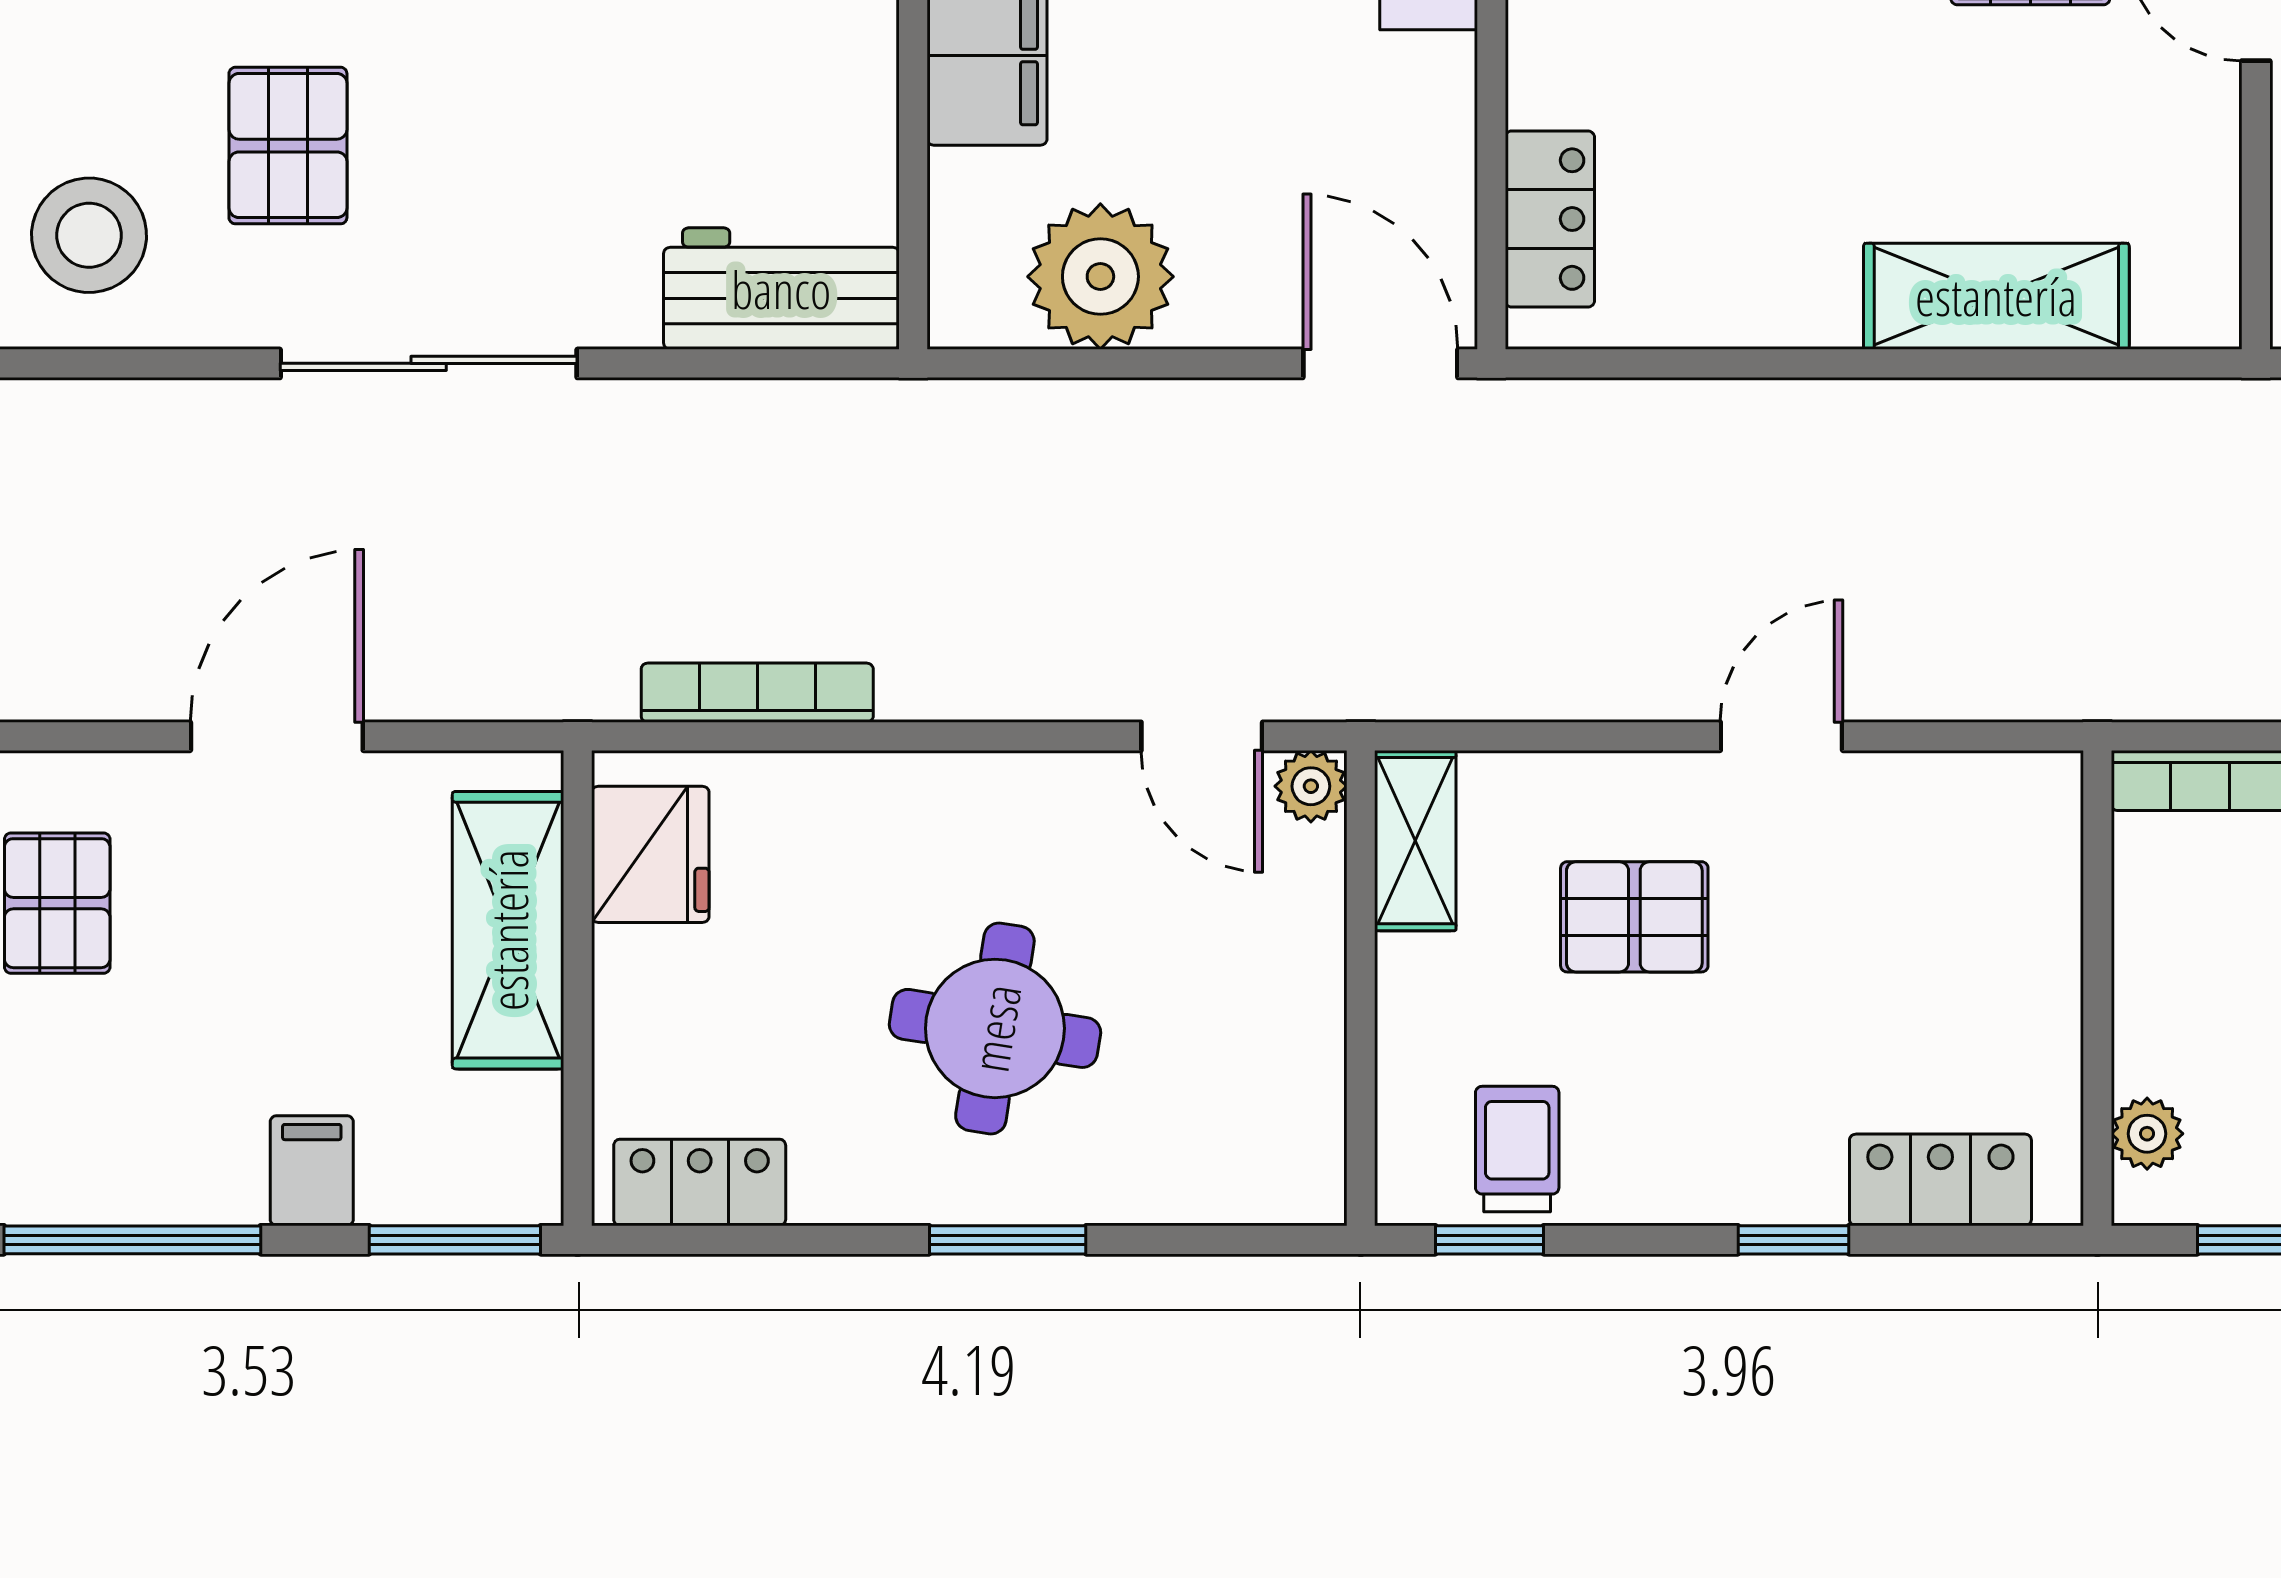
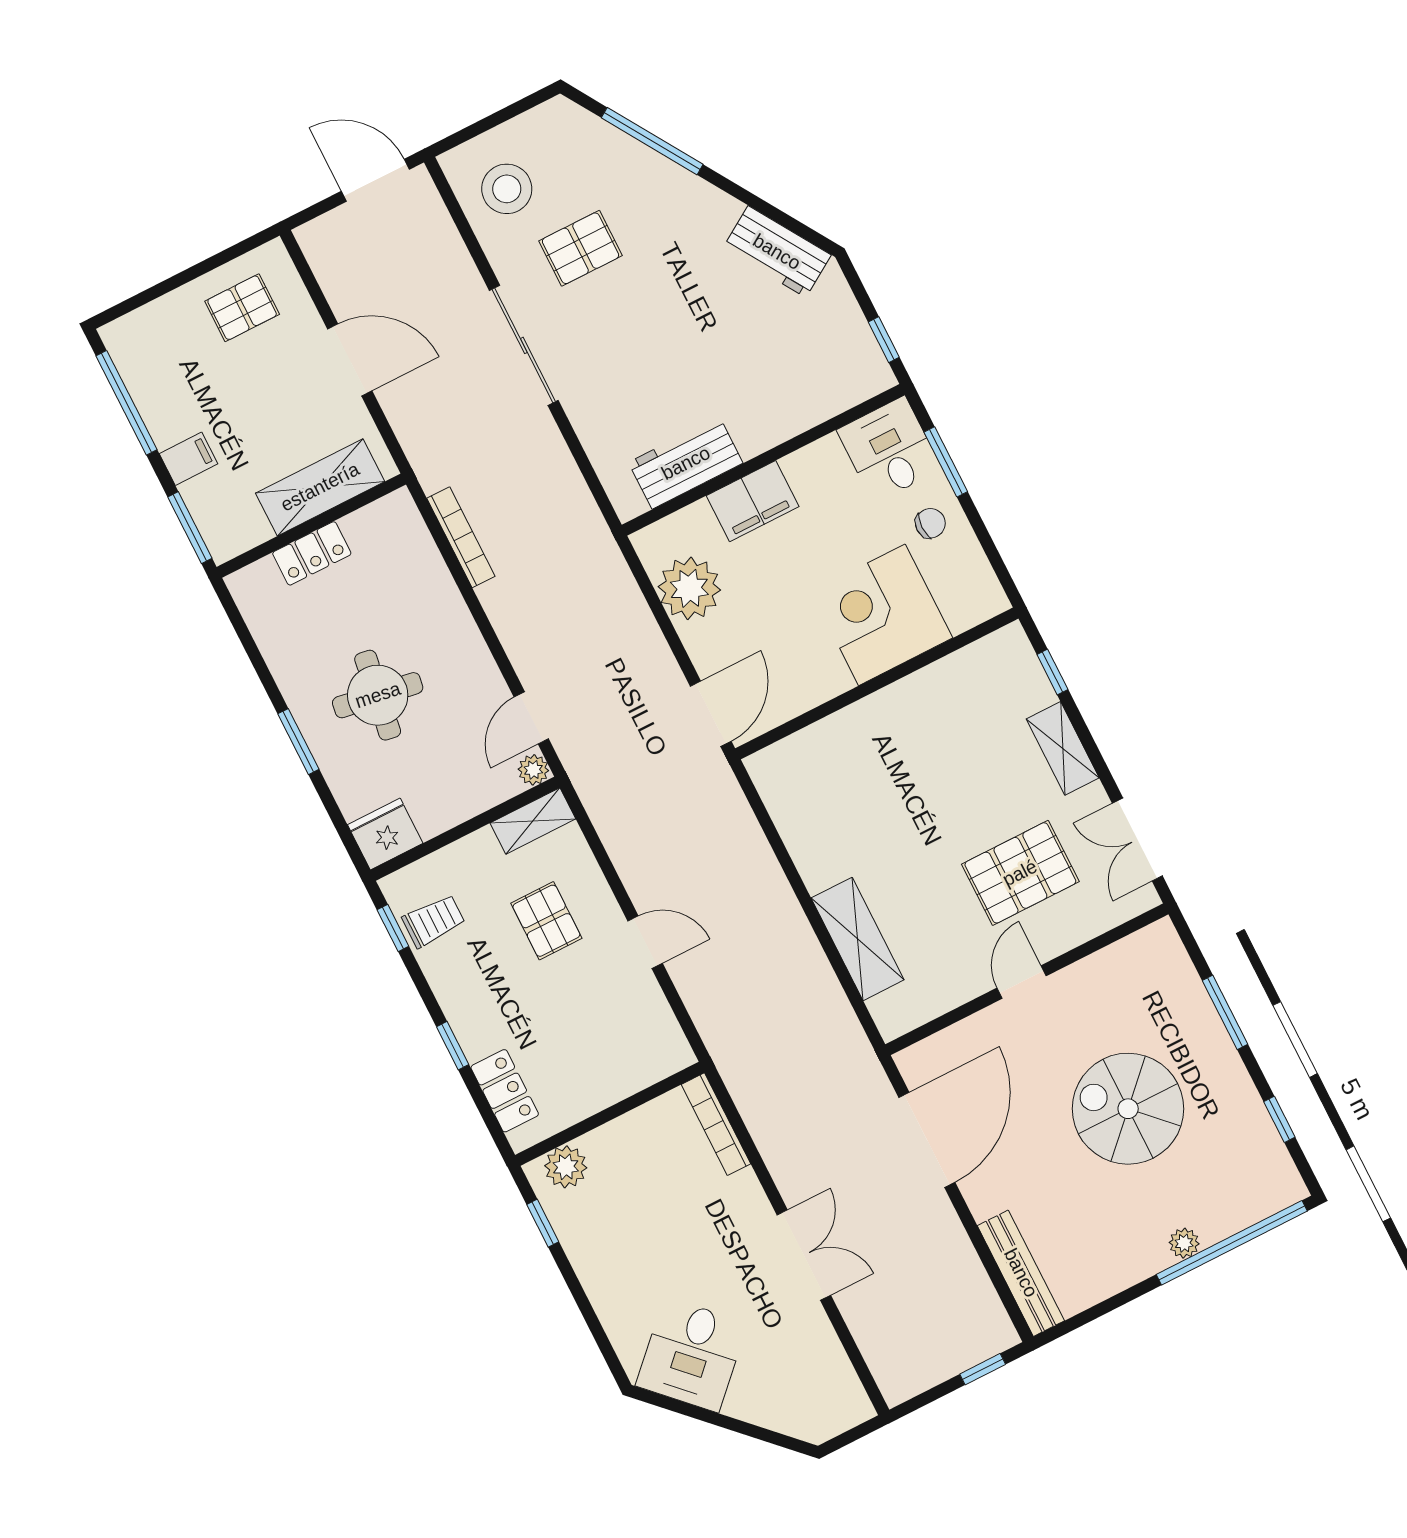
locker: (1550, 219) -> (800, 751), removed
workbench: (781, 289) -> (686, 463), moved, turned -90
fridge: (650, 854) -> (385, 834), moved, turned 180
plant: (2147, 1134) -> (566, 1167), width x1.38, depth x1.38
locker: (700, 1182) -> (312, 553), moved, turned 90

